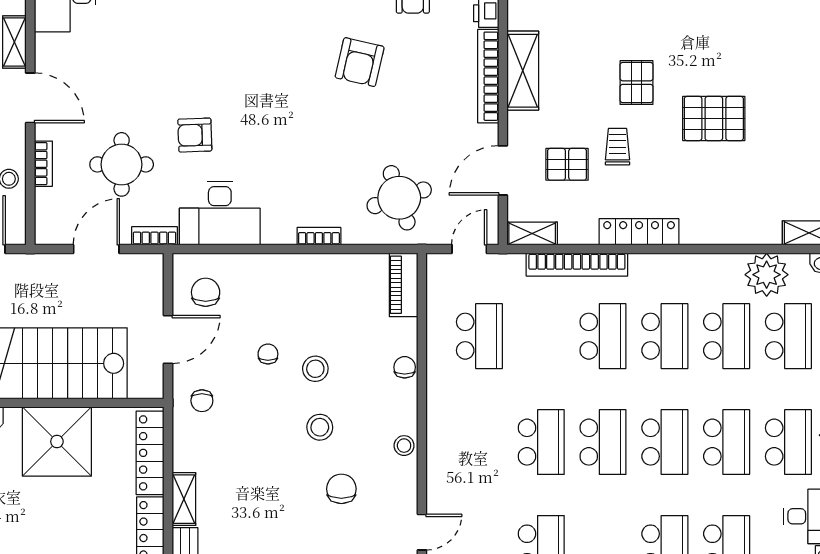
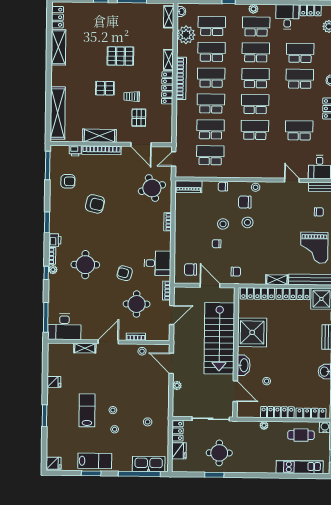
round table: (214, 41) -> (85, 265), added
pallet: (714, 119) -> (120, 56), turned 90
armchair: (195, 135) -> (125, 273), turned 107
desk: (220, 213) -> (157, 263), width x0.73
shelving: (532, 234) -> (168, 60), moved
door: (96, 249) -> (172, 315), swing flipped
door: (469, 249) -> (174, 159), hinge flipped
bookcase: (577, 265) -> (181, 78), moved
school desk: (541, 336) -> (211, 129), added
chair: (341, 489) -> (245, 202), moved

